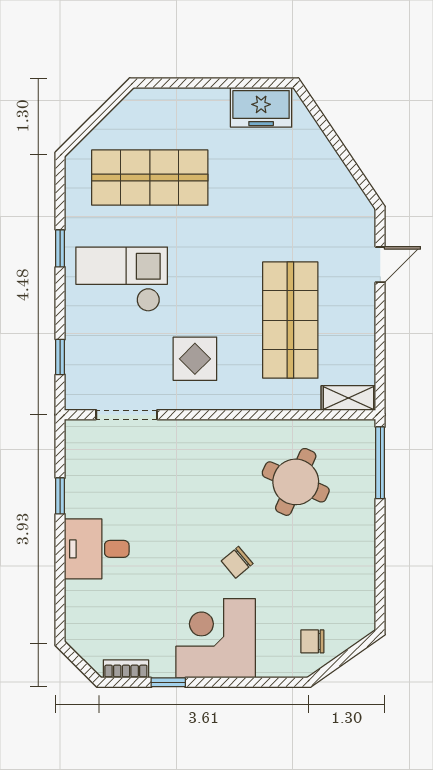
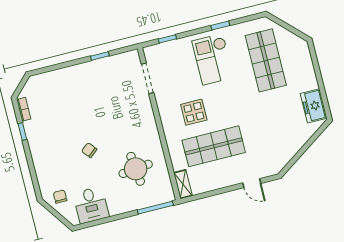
checkout: (122, 279) -> (213, 59), turned 180
display table: (195, 359) -> (194, 112), moved
round table: (296, 482) -> (136, 169), turned -30
desk: (97, 549) -> (91, 205), moved, turned 180
corner desk: (216, 638) -> (50, 149), removed

